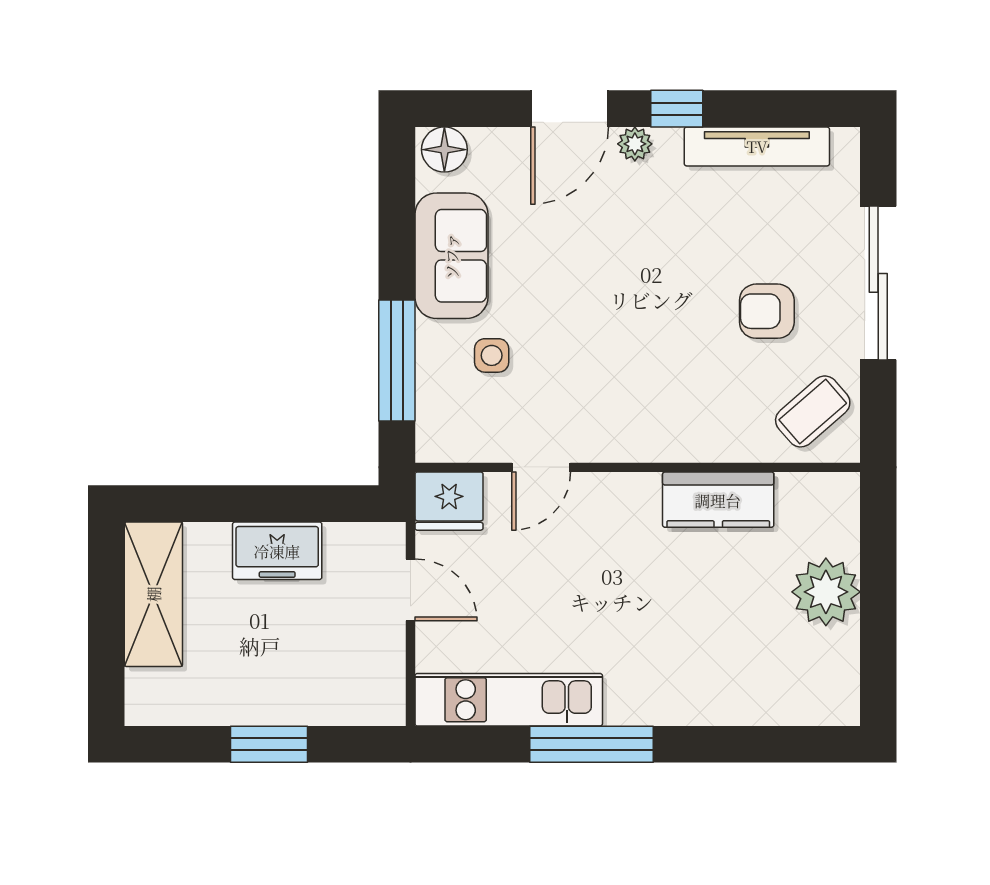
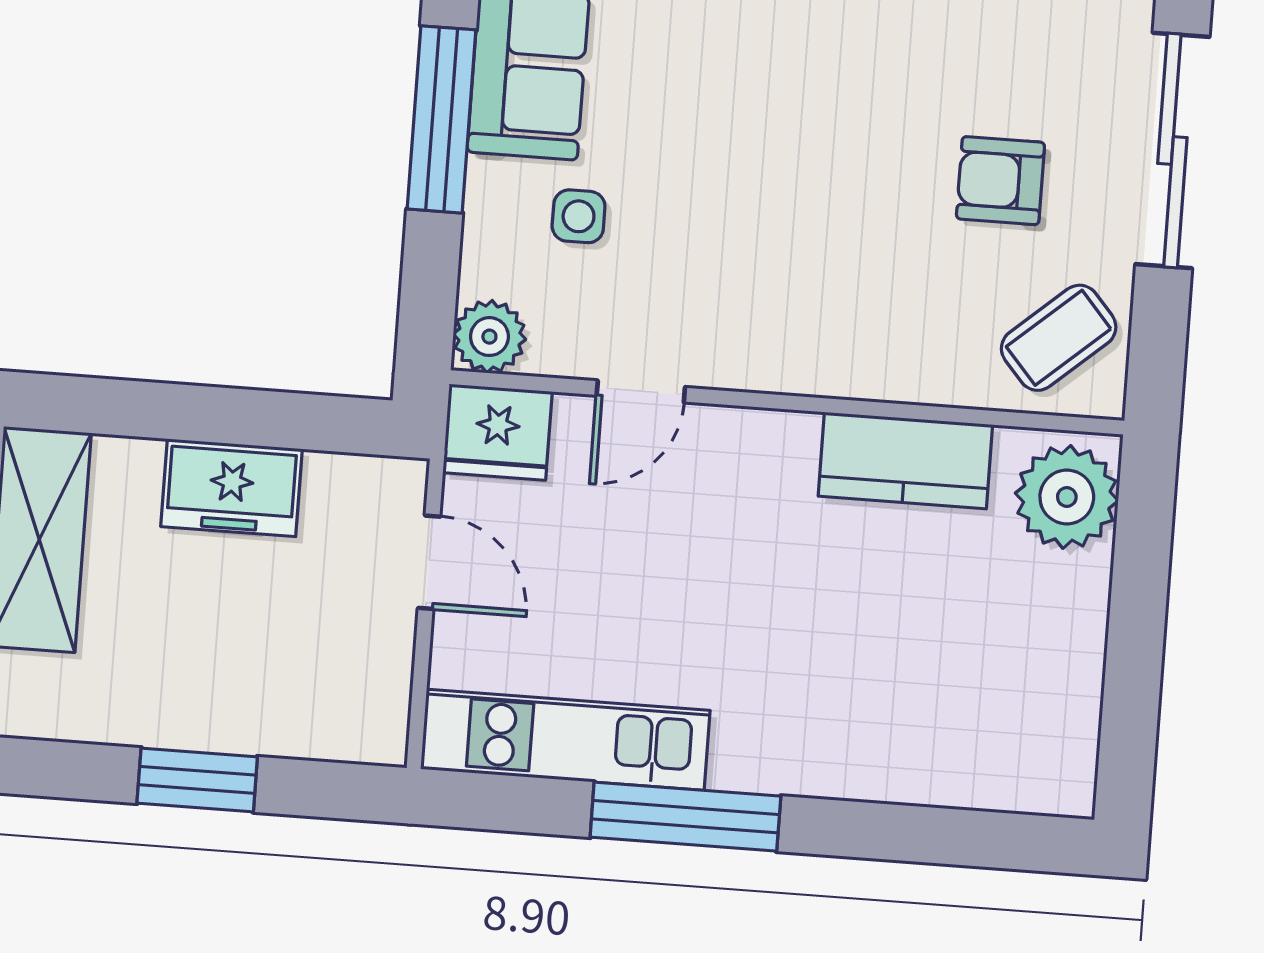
window: (397, 360) -> (442, 119), moved
plant: (439, 439) -> (489, 337), added
plant: (826, 592) -> (1067, 497), moved

